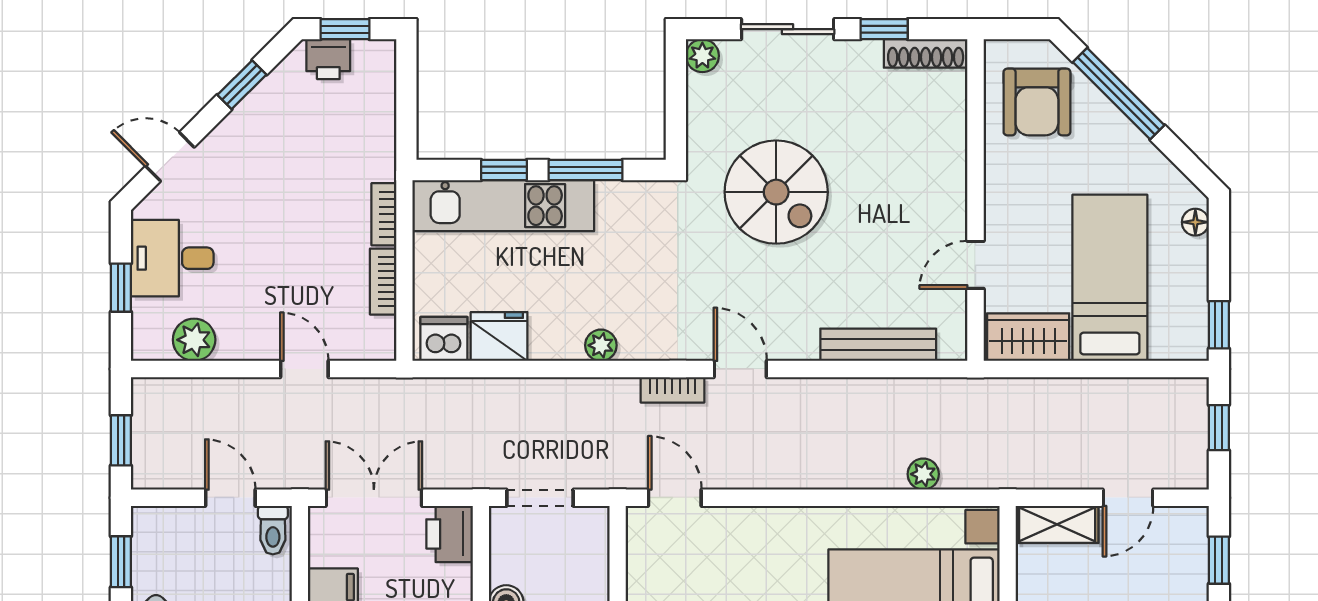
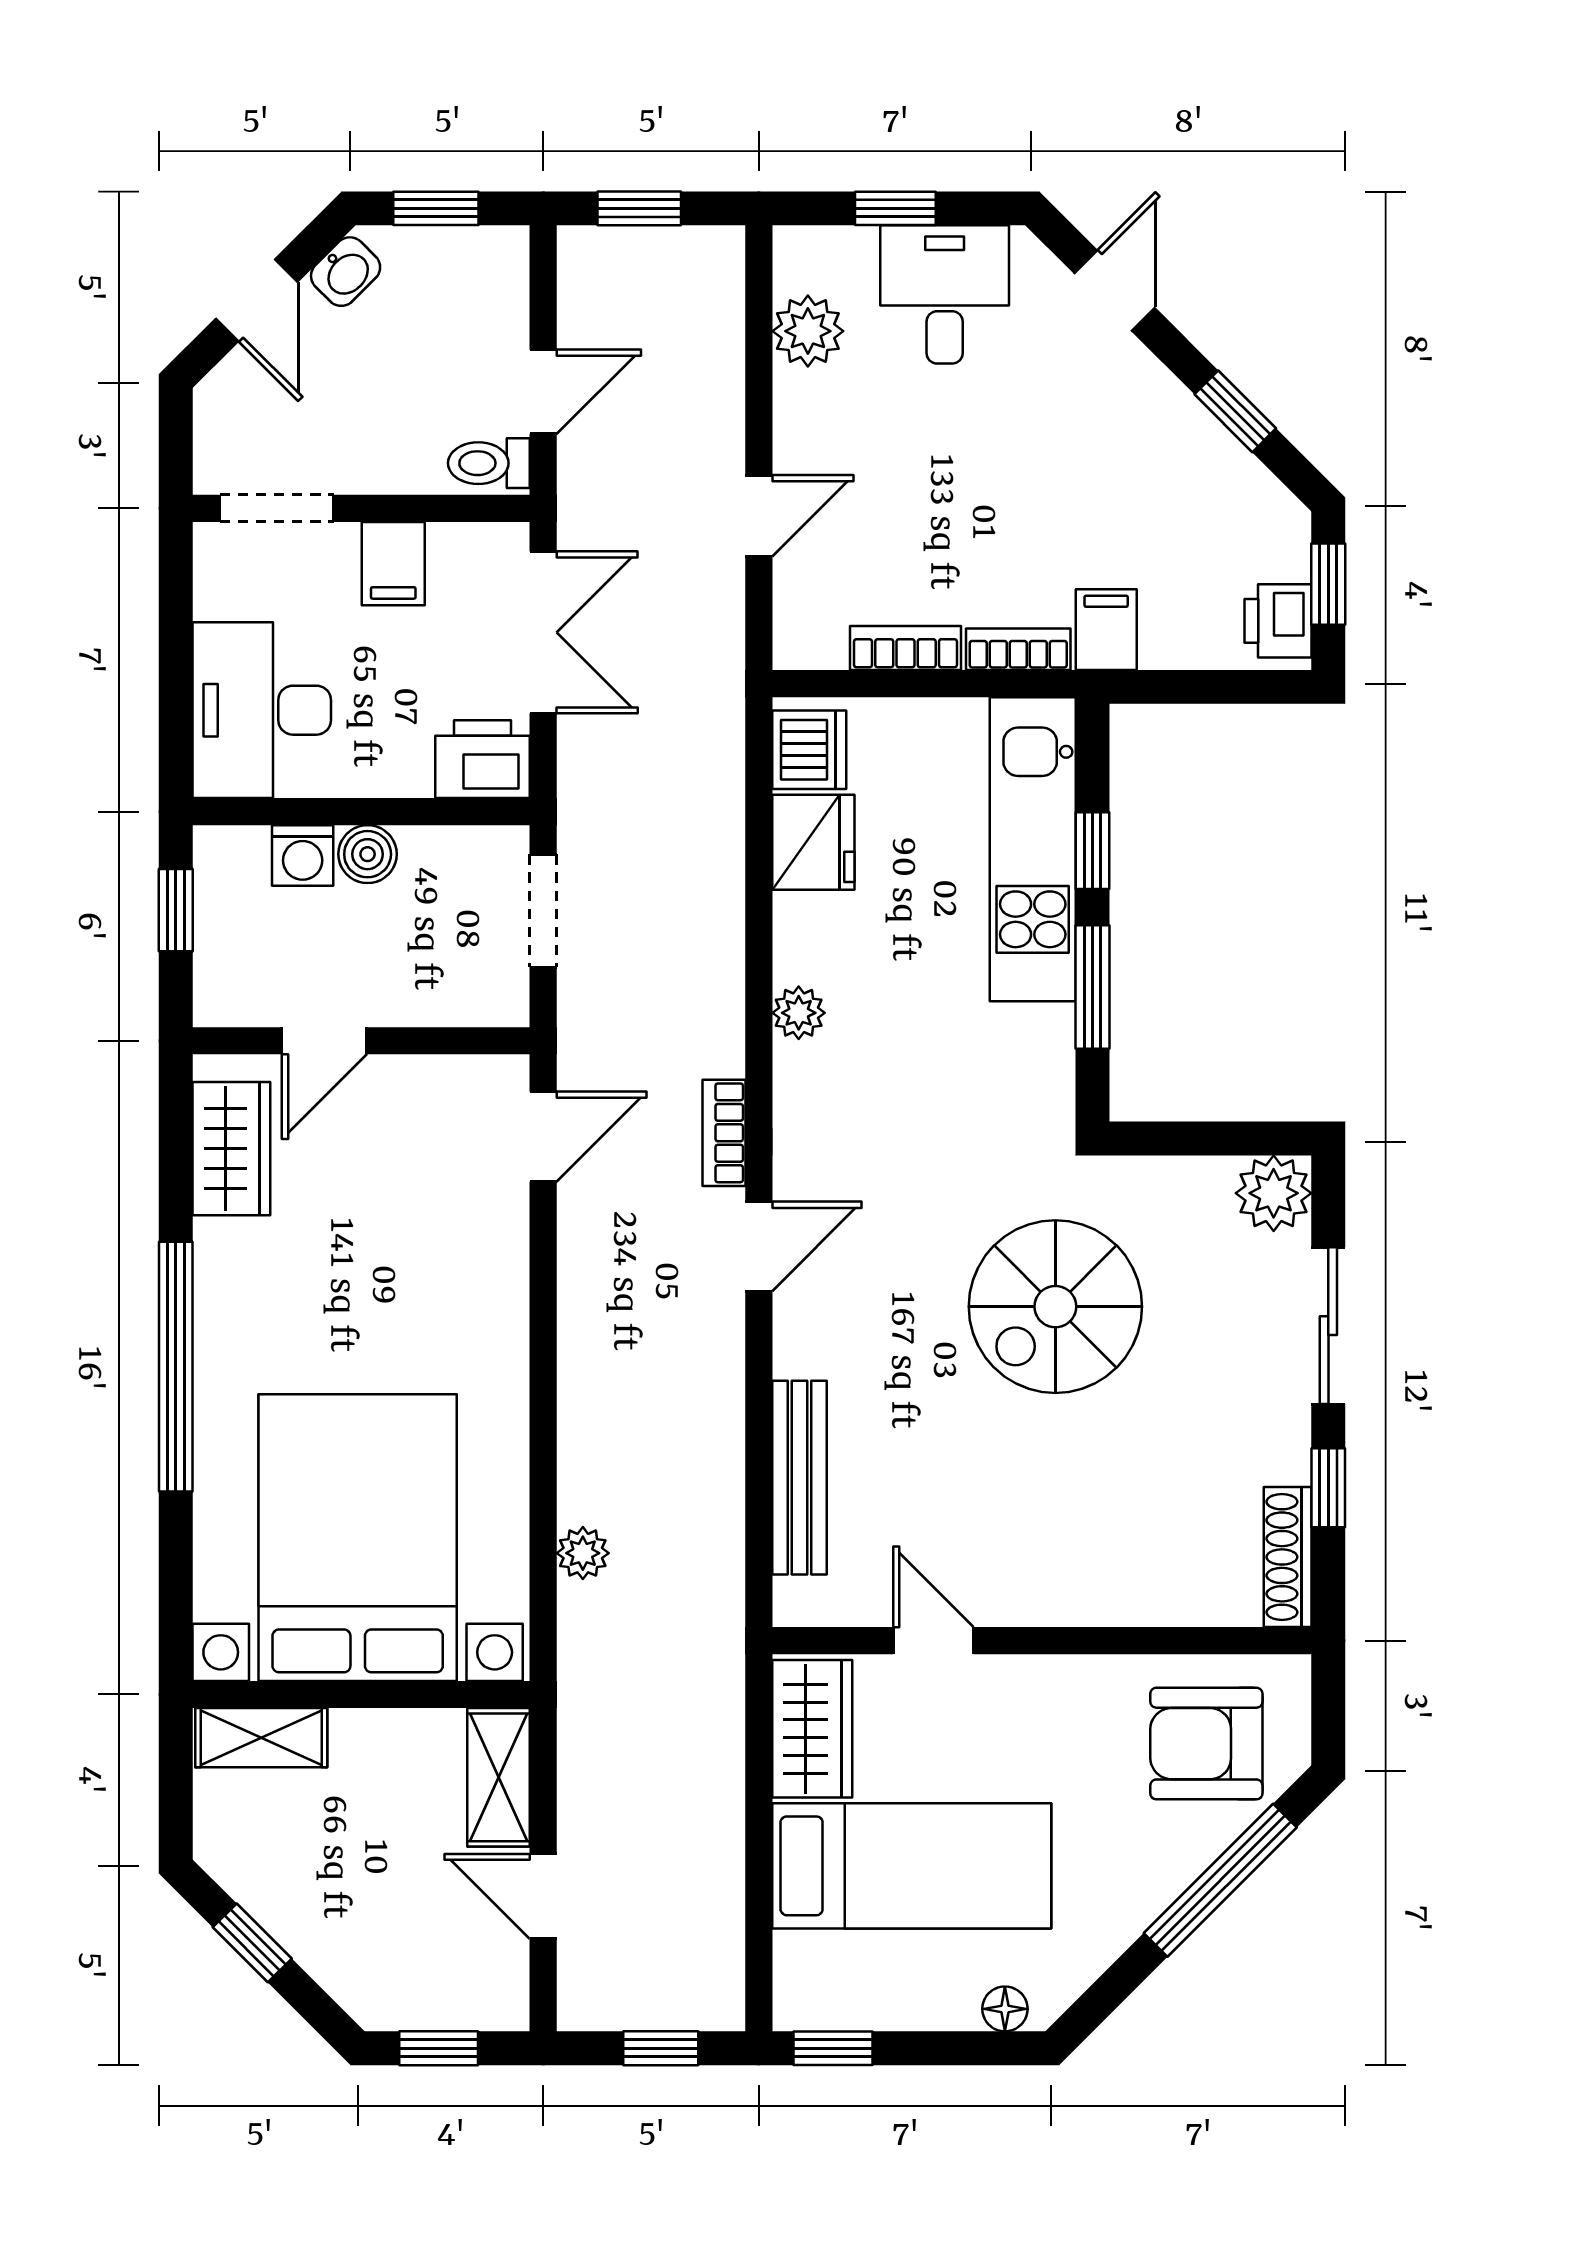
plant: (702, 56) -> (1274, 1193), width x1.38, depth x1.38
printer: (328, 59) -> (1278, 621), moved
filing cabinet: (372, 162) -> (1106, 630), added

